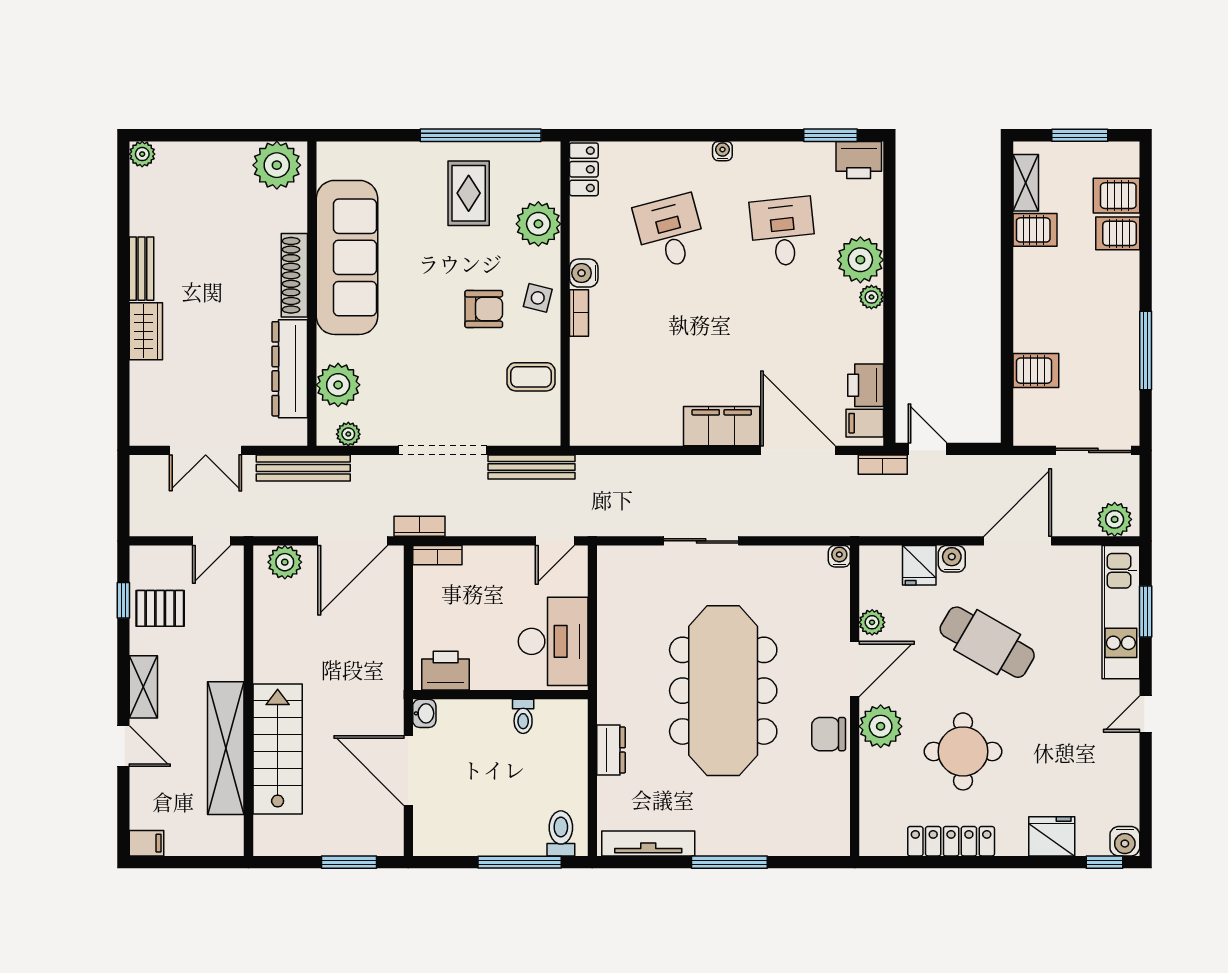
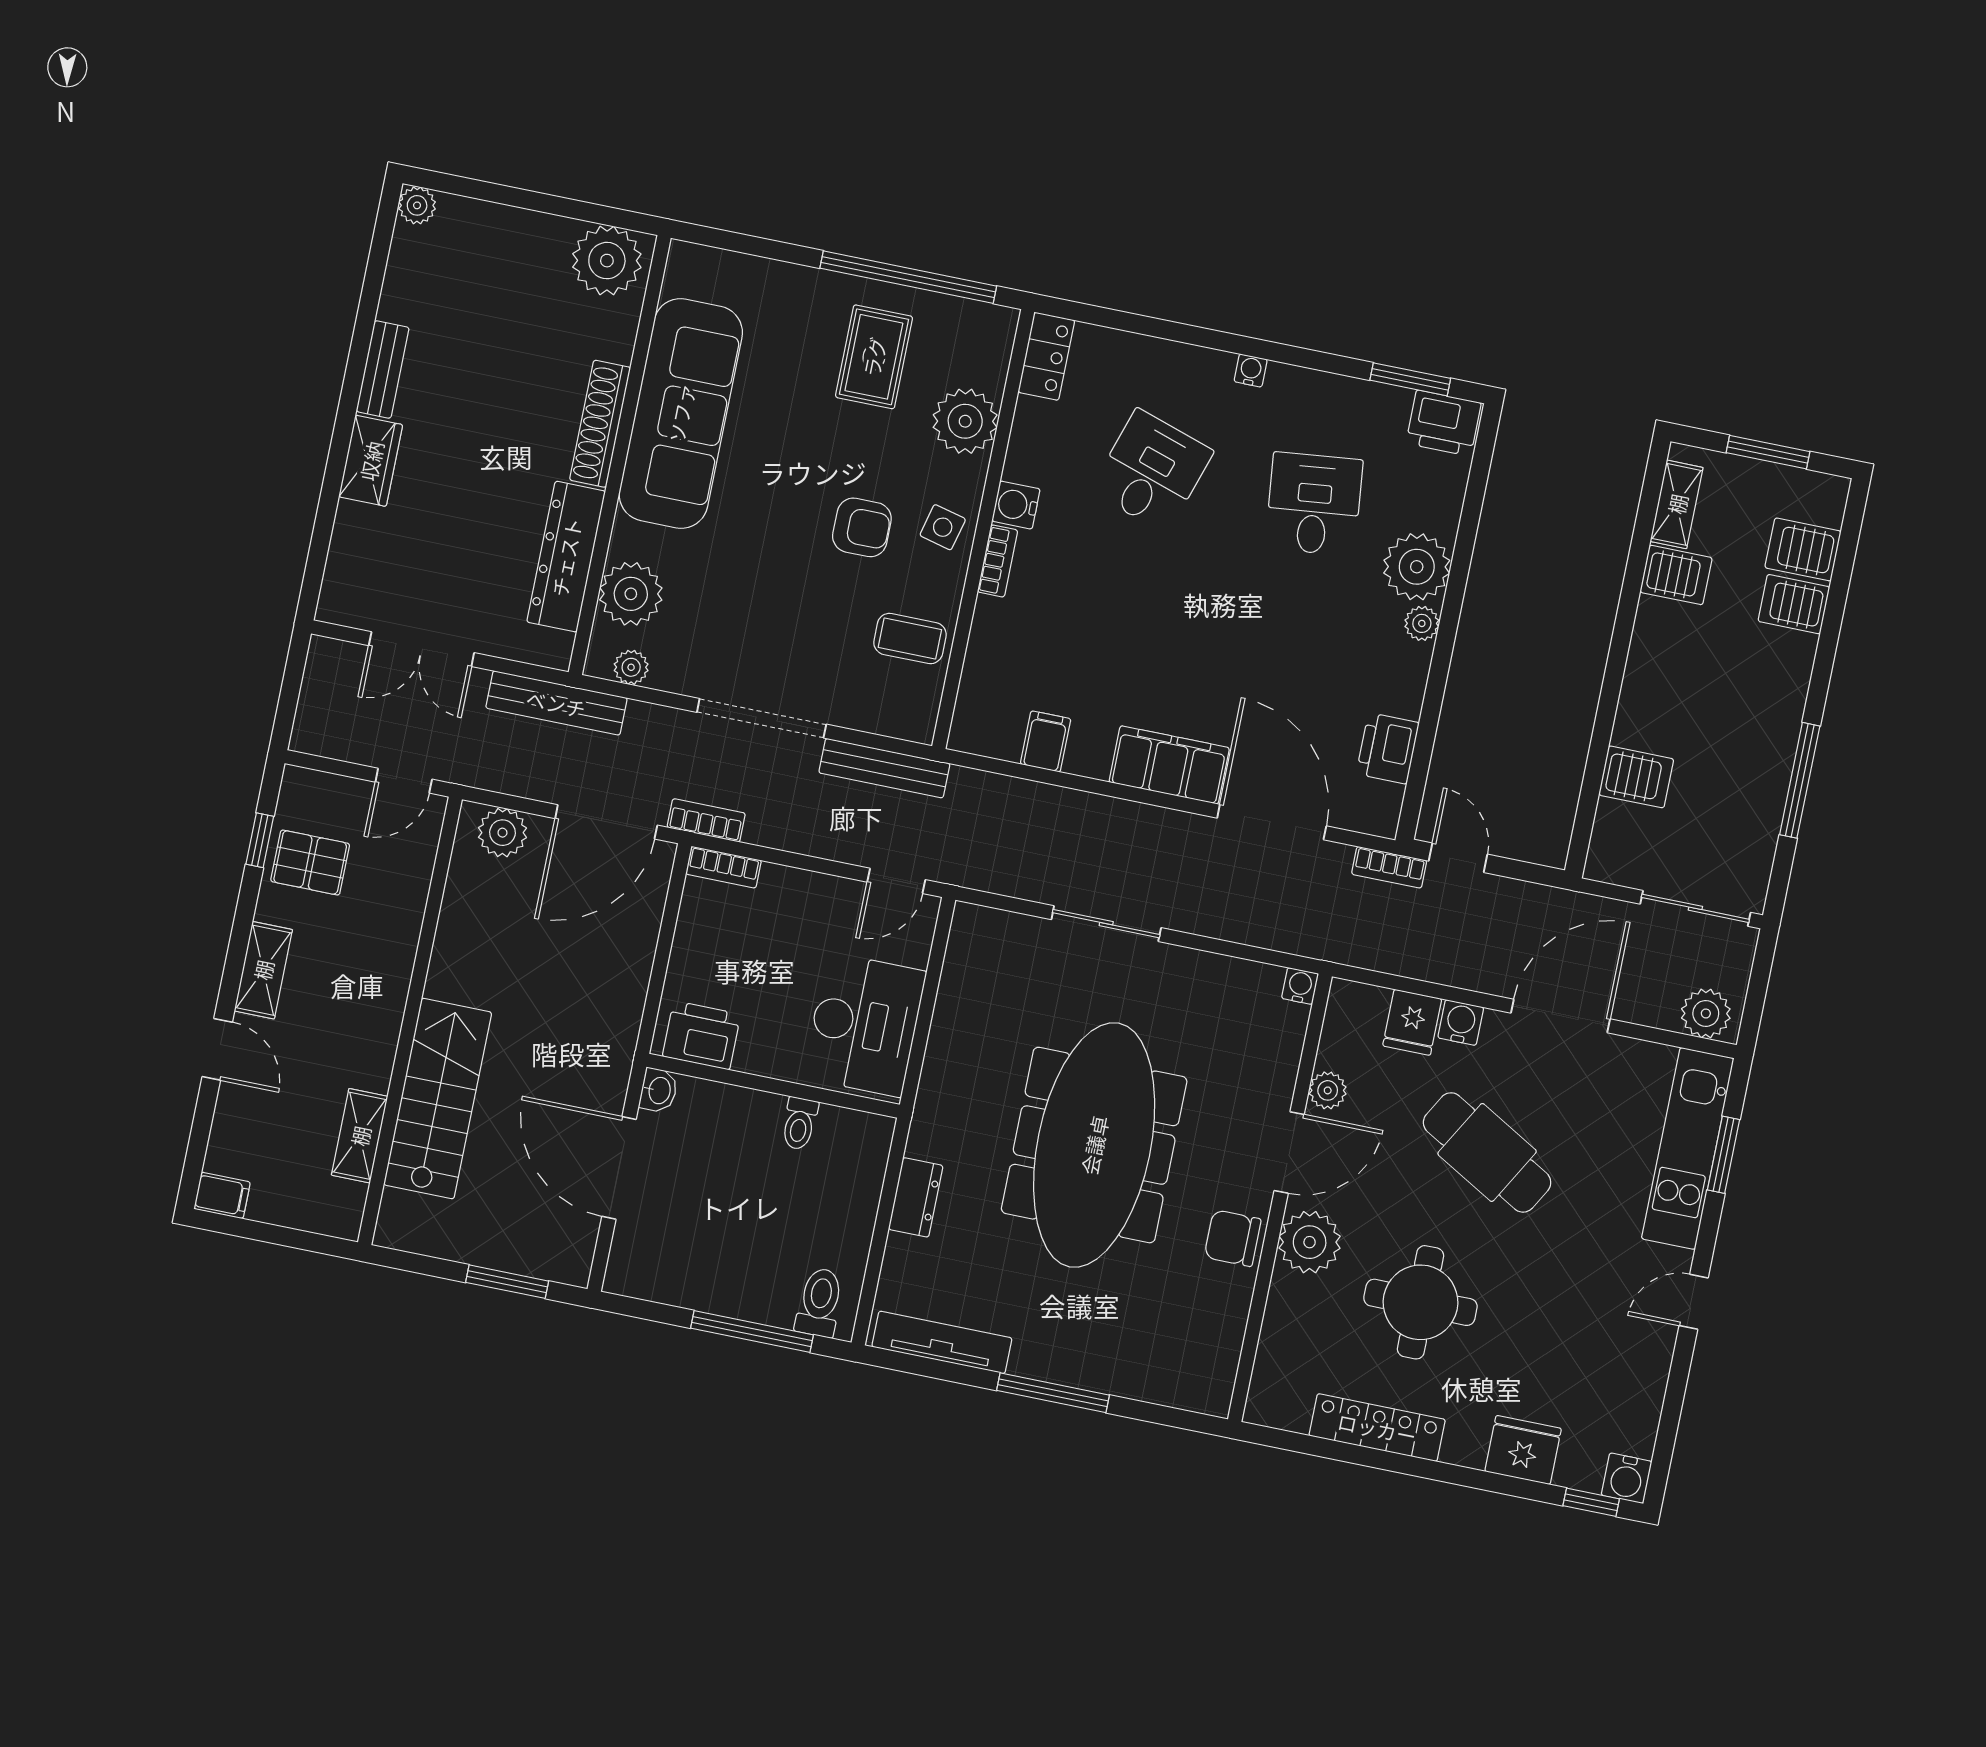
desk: (670, 232) -> (1152, 471), turned 33
filing cabinet: (865, 423) -> (1046, 741), moved, turned 90
shelving: (226, 748) -> (360, 1136), width x0.45, depth x0.75

